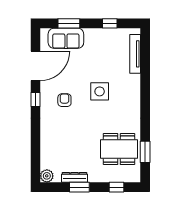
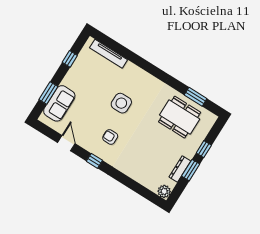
door: (36, 66) -> (66, 143), width x0.53
dining table: (119, 149) -> (180, 117), turned 90
window: (117, 187) -> (204, 149), moved

